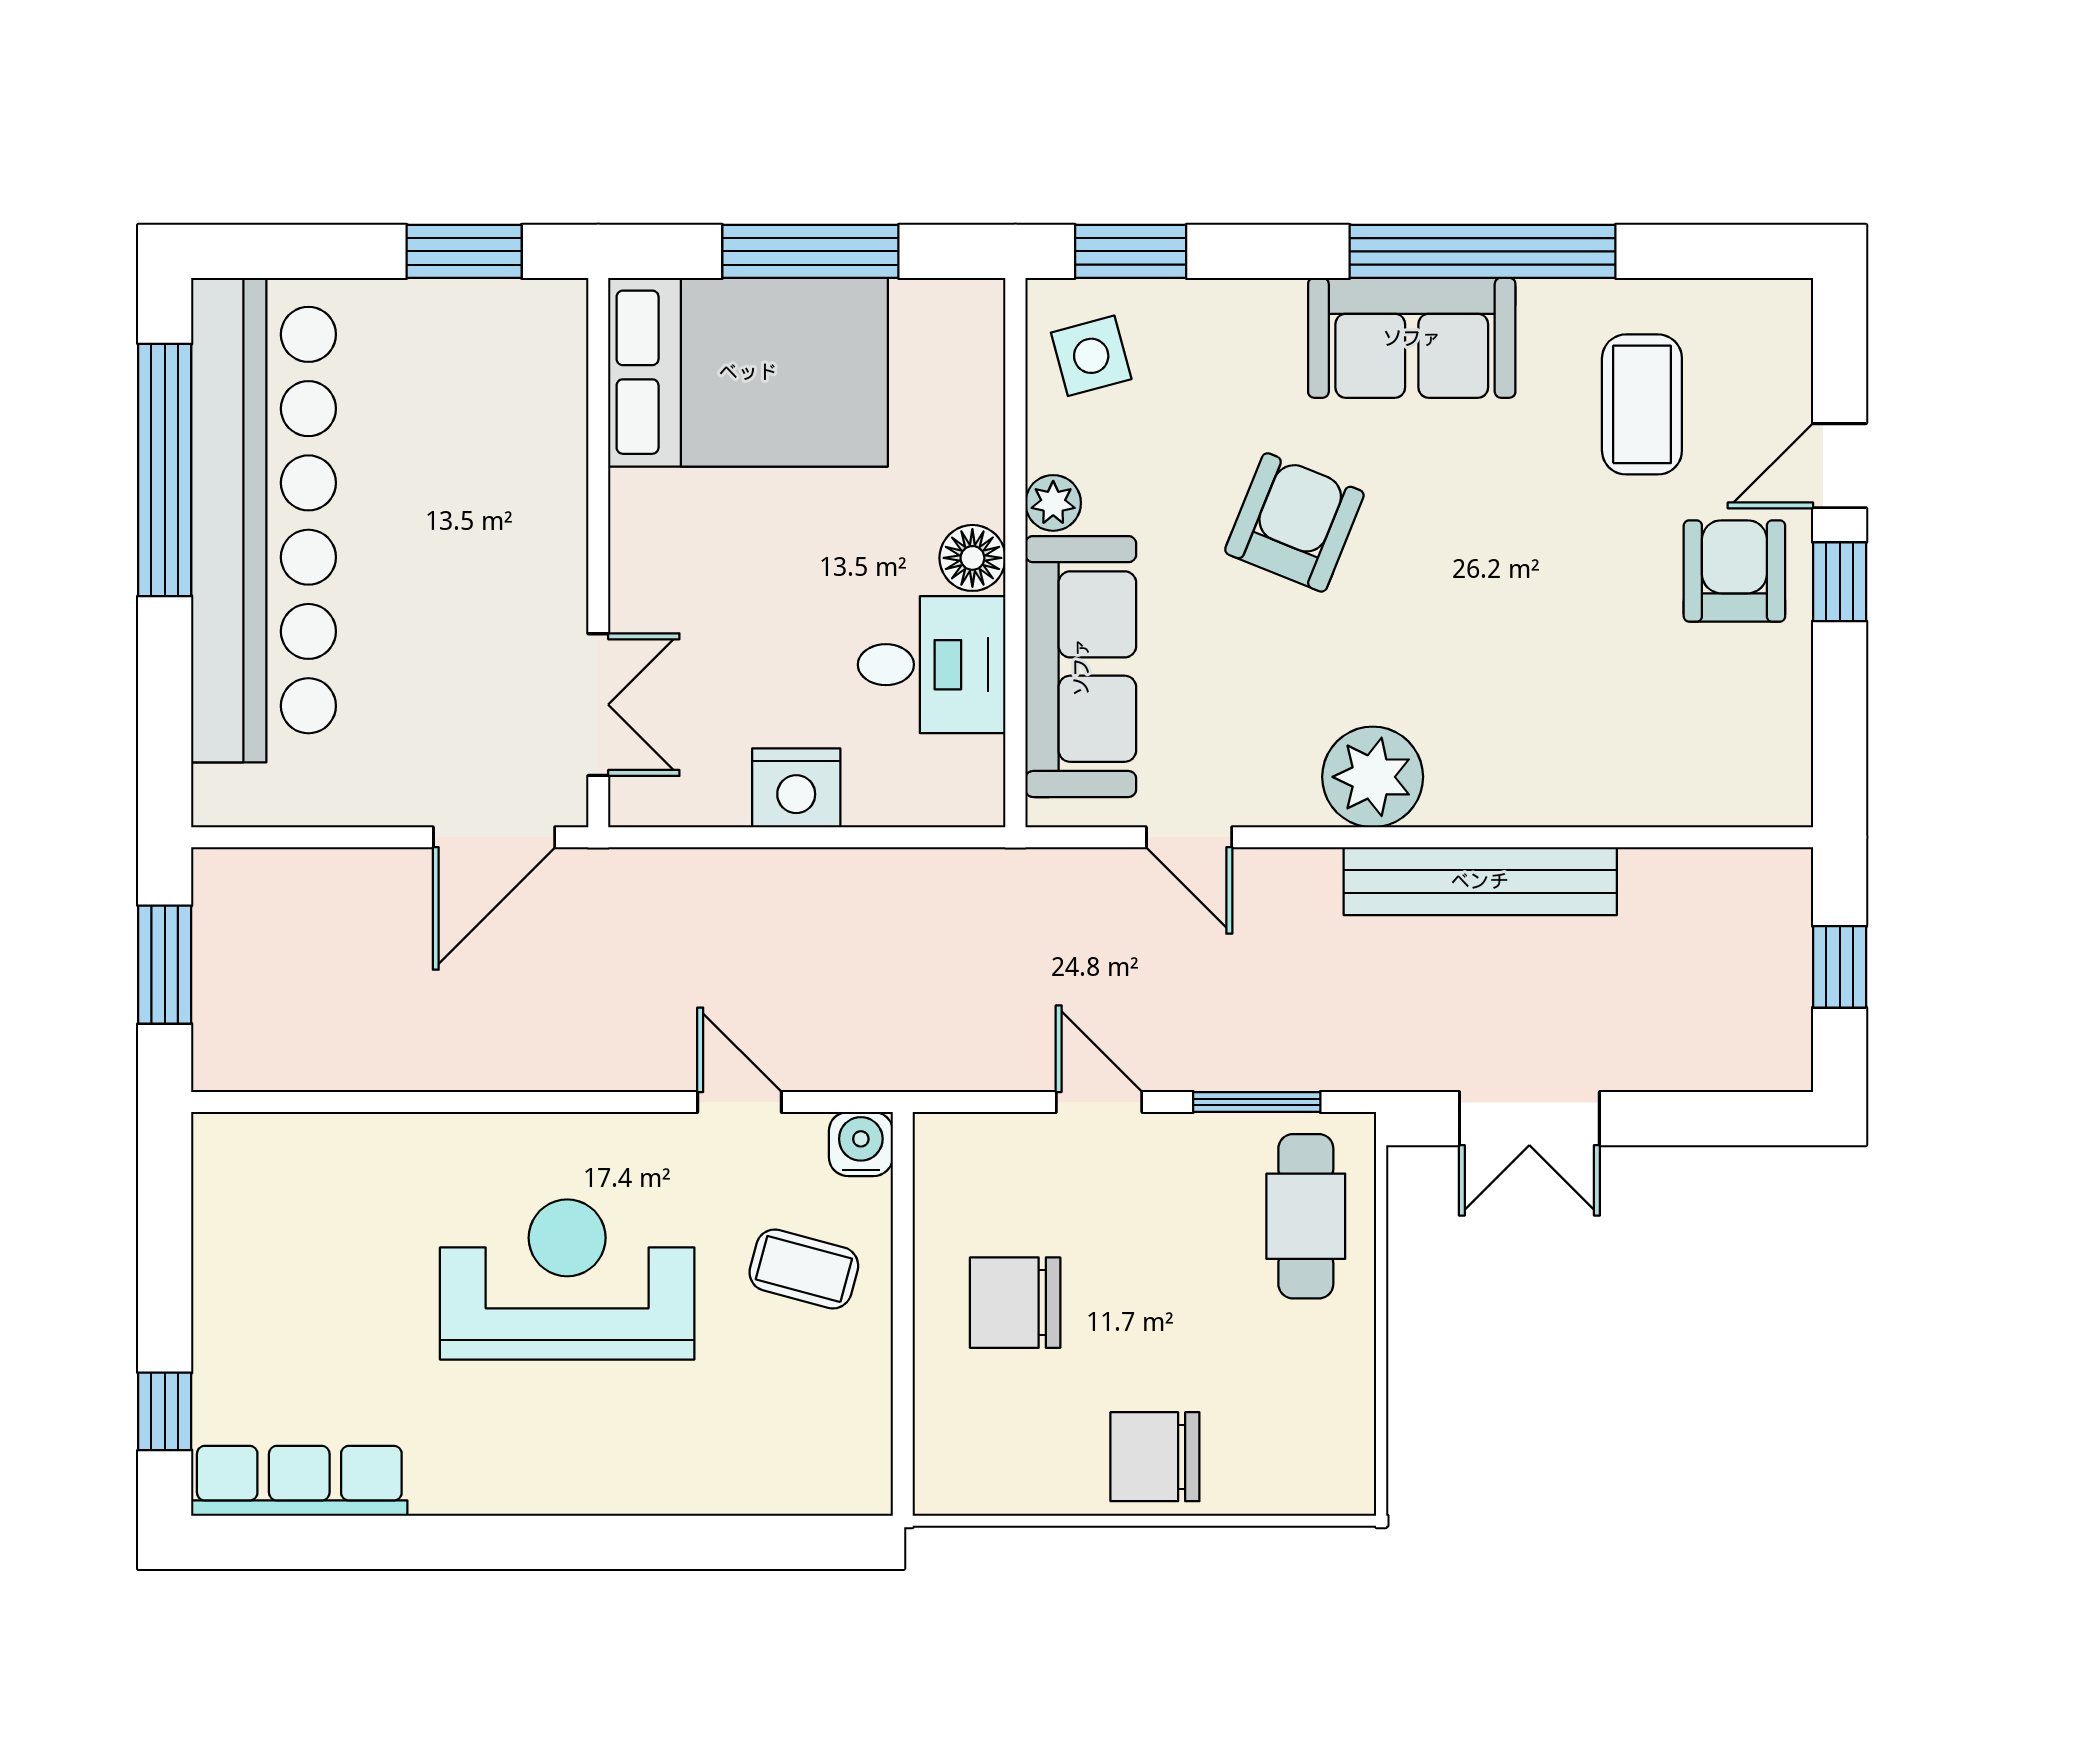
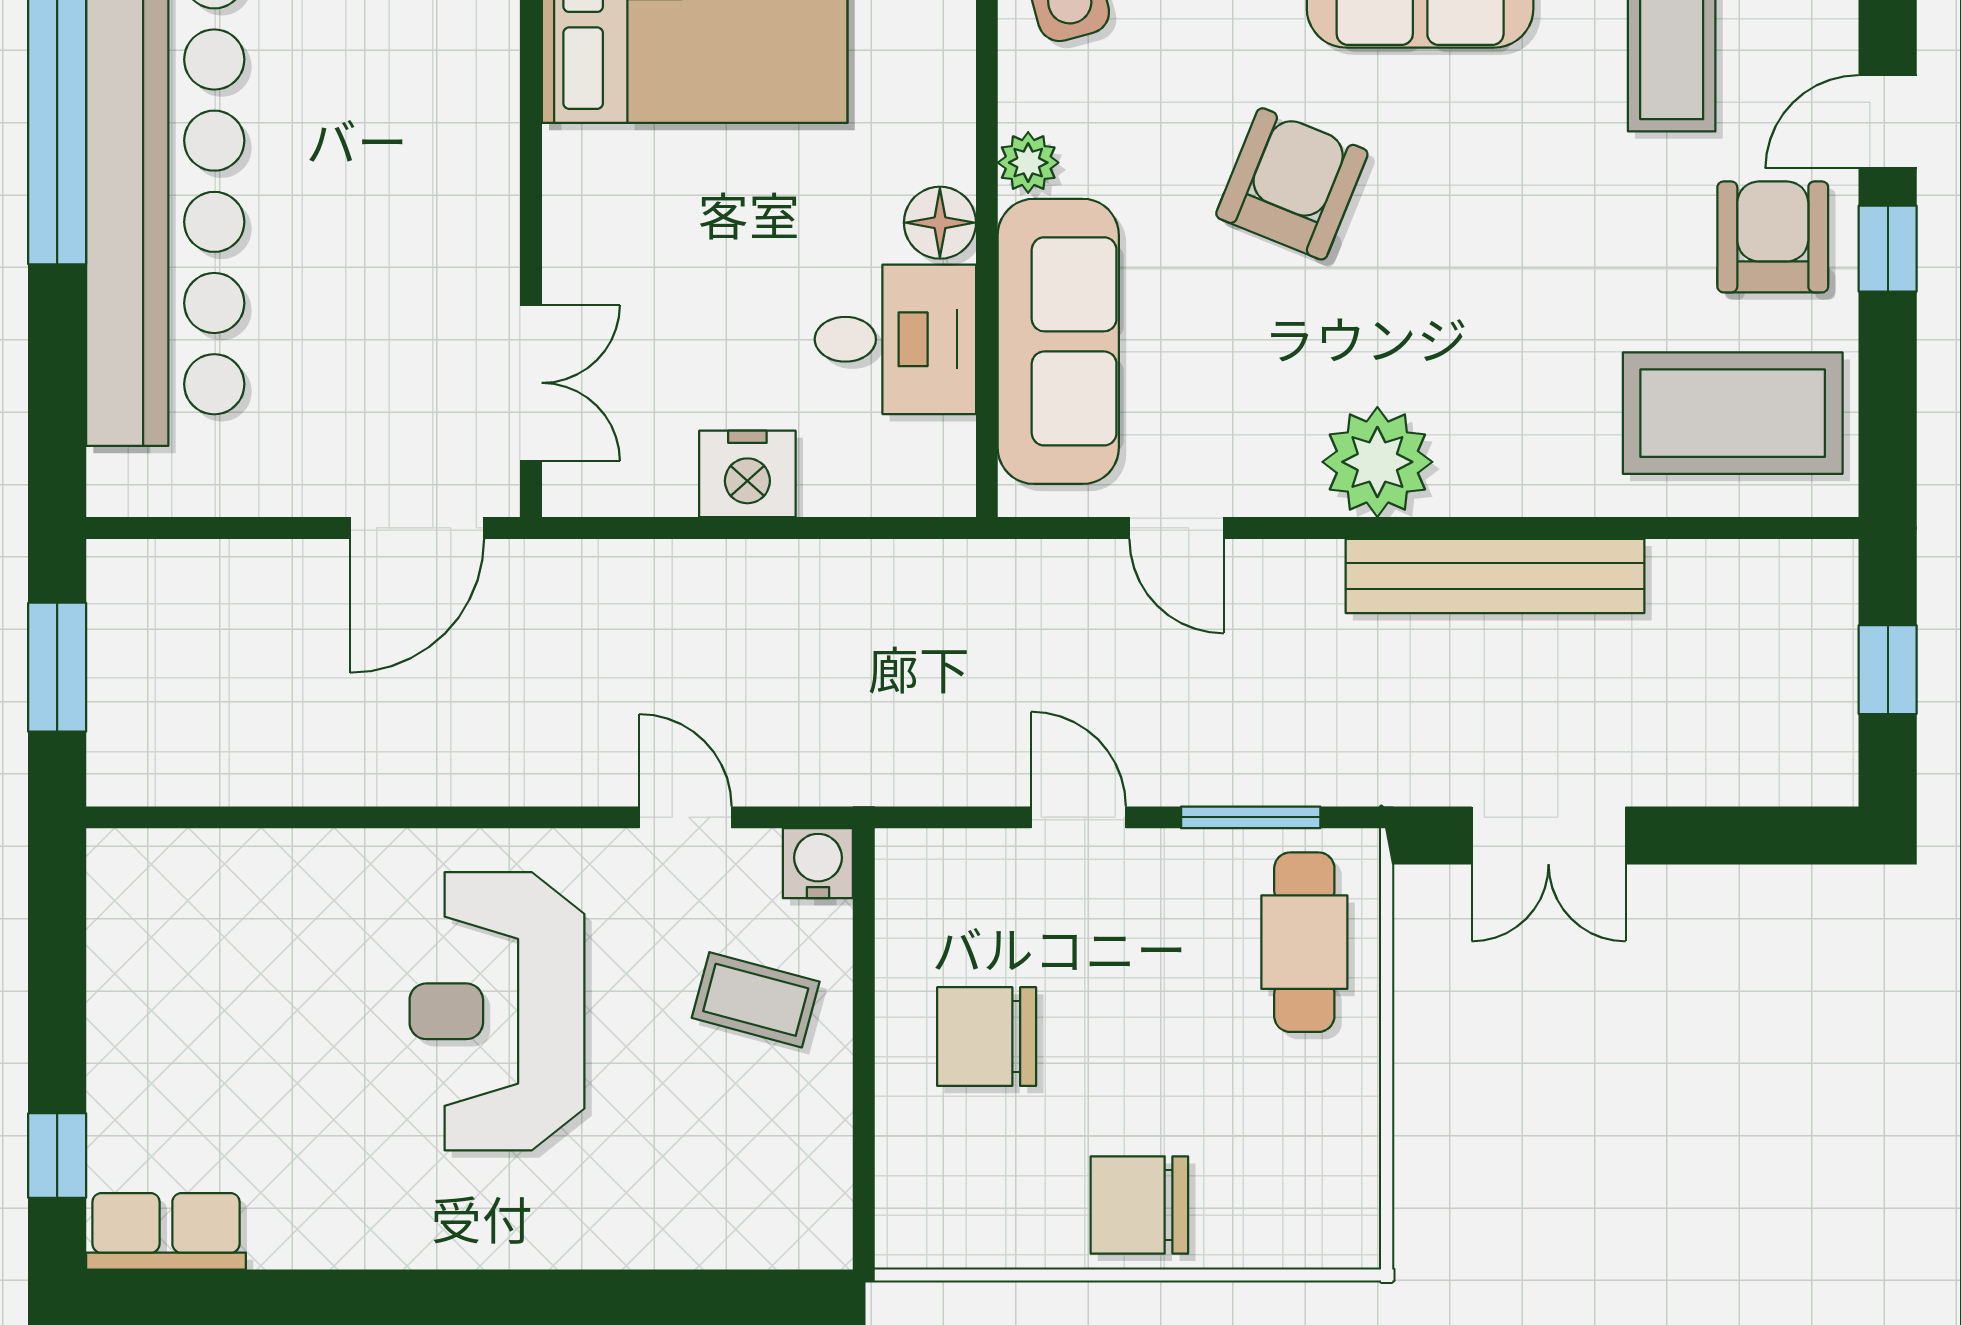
coffee table: (1698, 732) -> (1733, 413), added
reception desk: (567, 1279) -> (497, 1011), turned -90
row of seats: (299, 1481) -> (166, 1231), width x0.68

